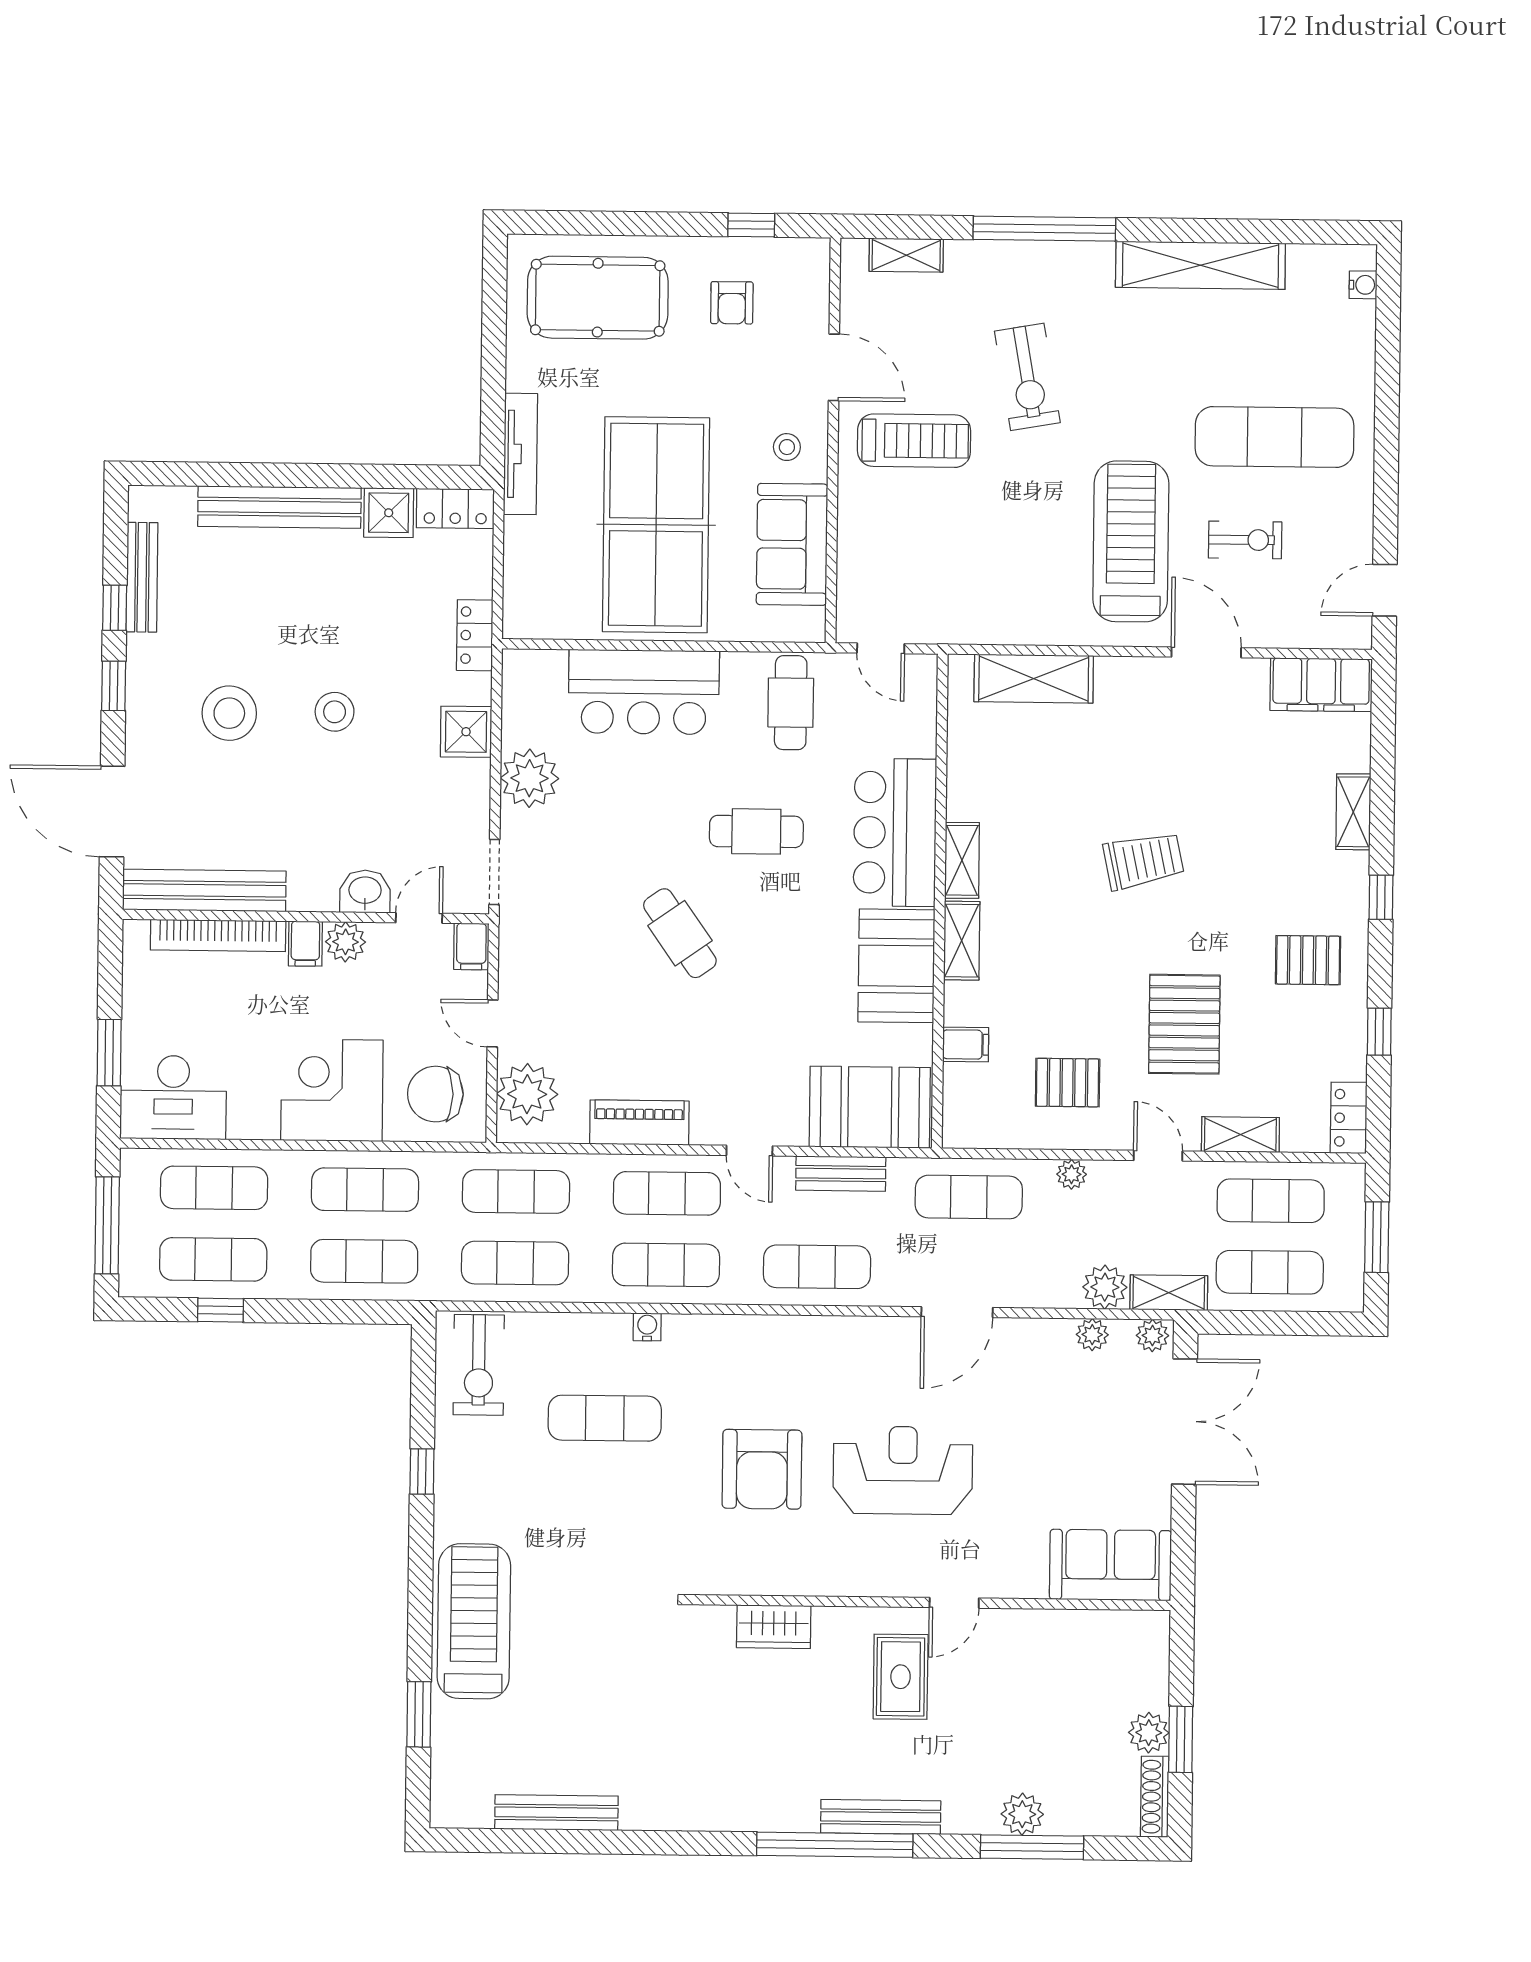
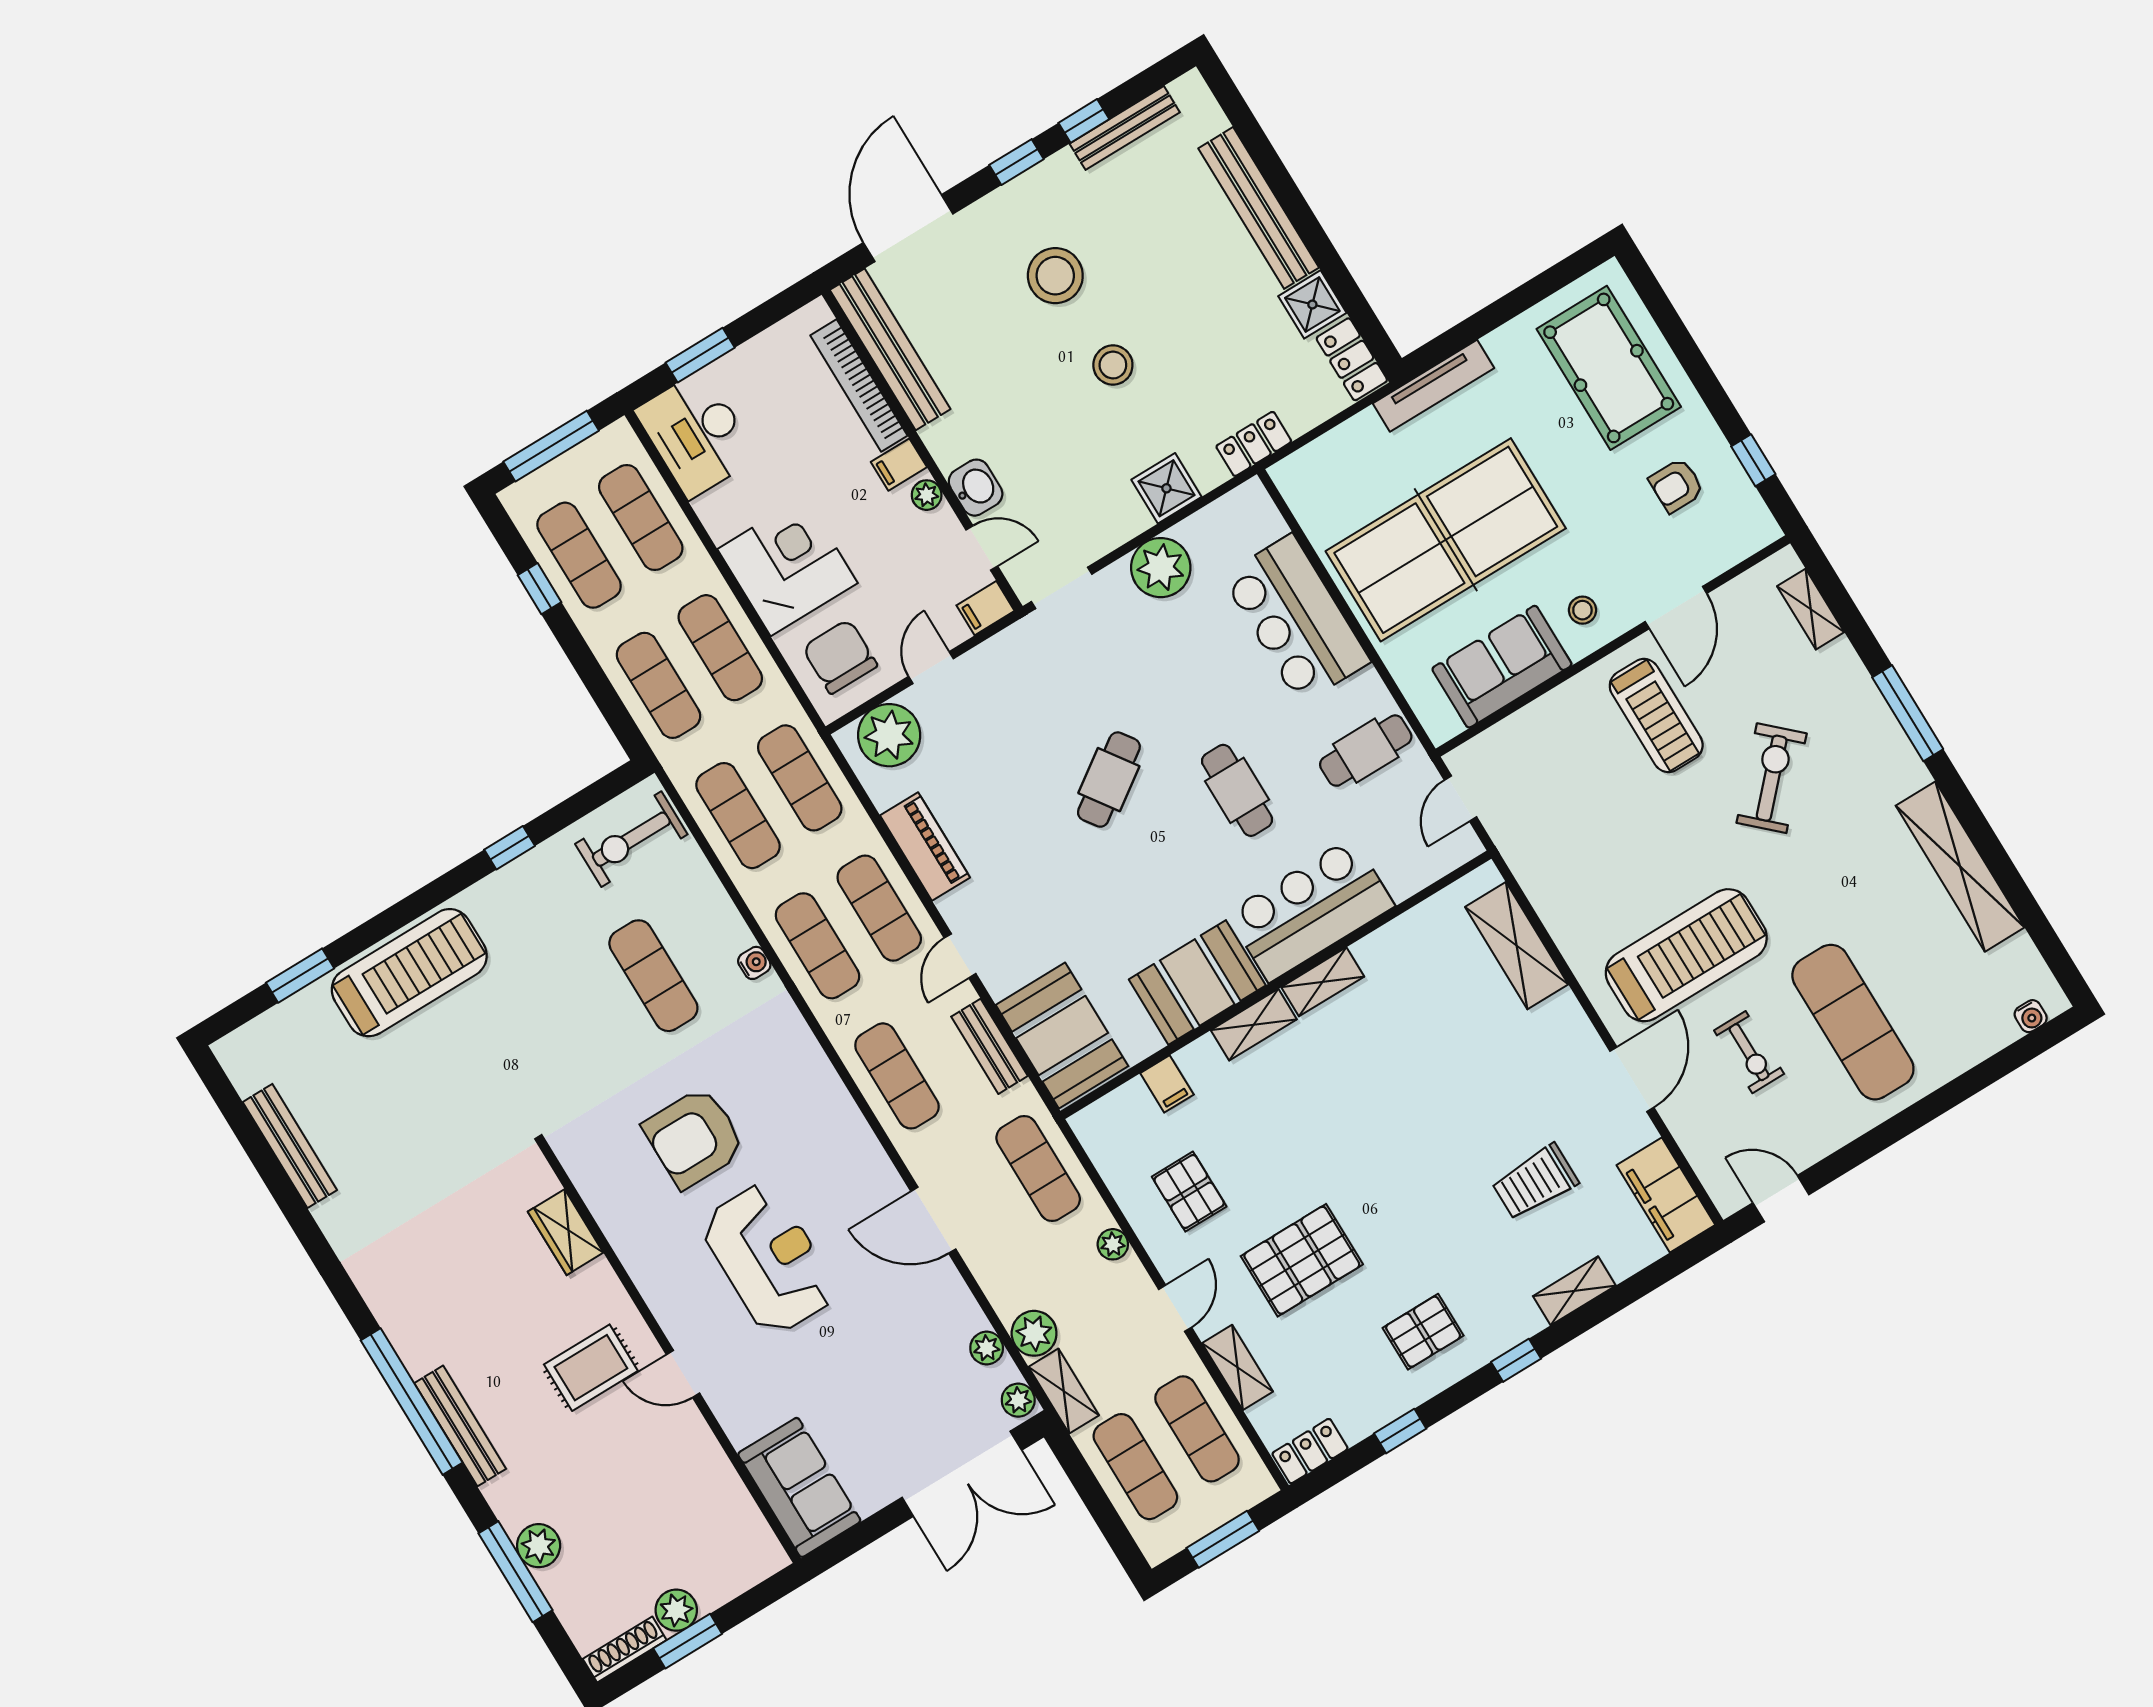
window: (1044, 229) -> (1908, 713), width x0.68
exercise bike: (1027, 377) -> (1772, 778), turned 143
trolley: (1143, 861) -> (1535, 1182), moved, turned 102
plant: (345, 942) -> (927, 495), width x0.73, depth x0.73
pallet: (1308, 960) -> (1423, 1332), turned 90

